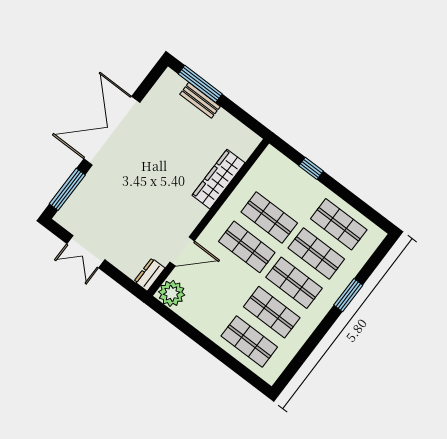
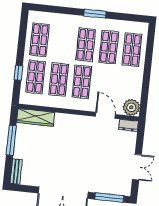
window: (200, 84) -> (11, 140), moved
bench: (200, 100) -> (16, 172), moved
wardrobe: (219, 179) -> (36, 117), moved
shop shelf: (316, 253) -> (36, 77), moved
window: (348, 295) -> (95, 14), moved

